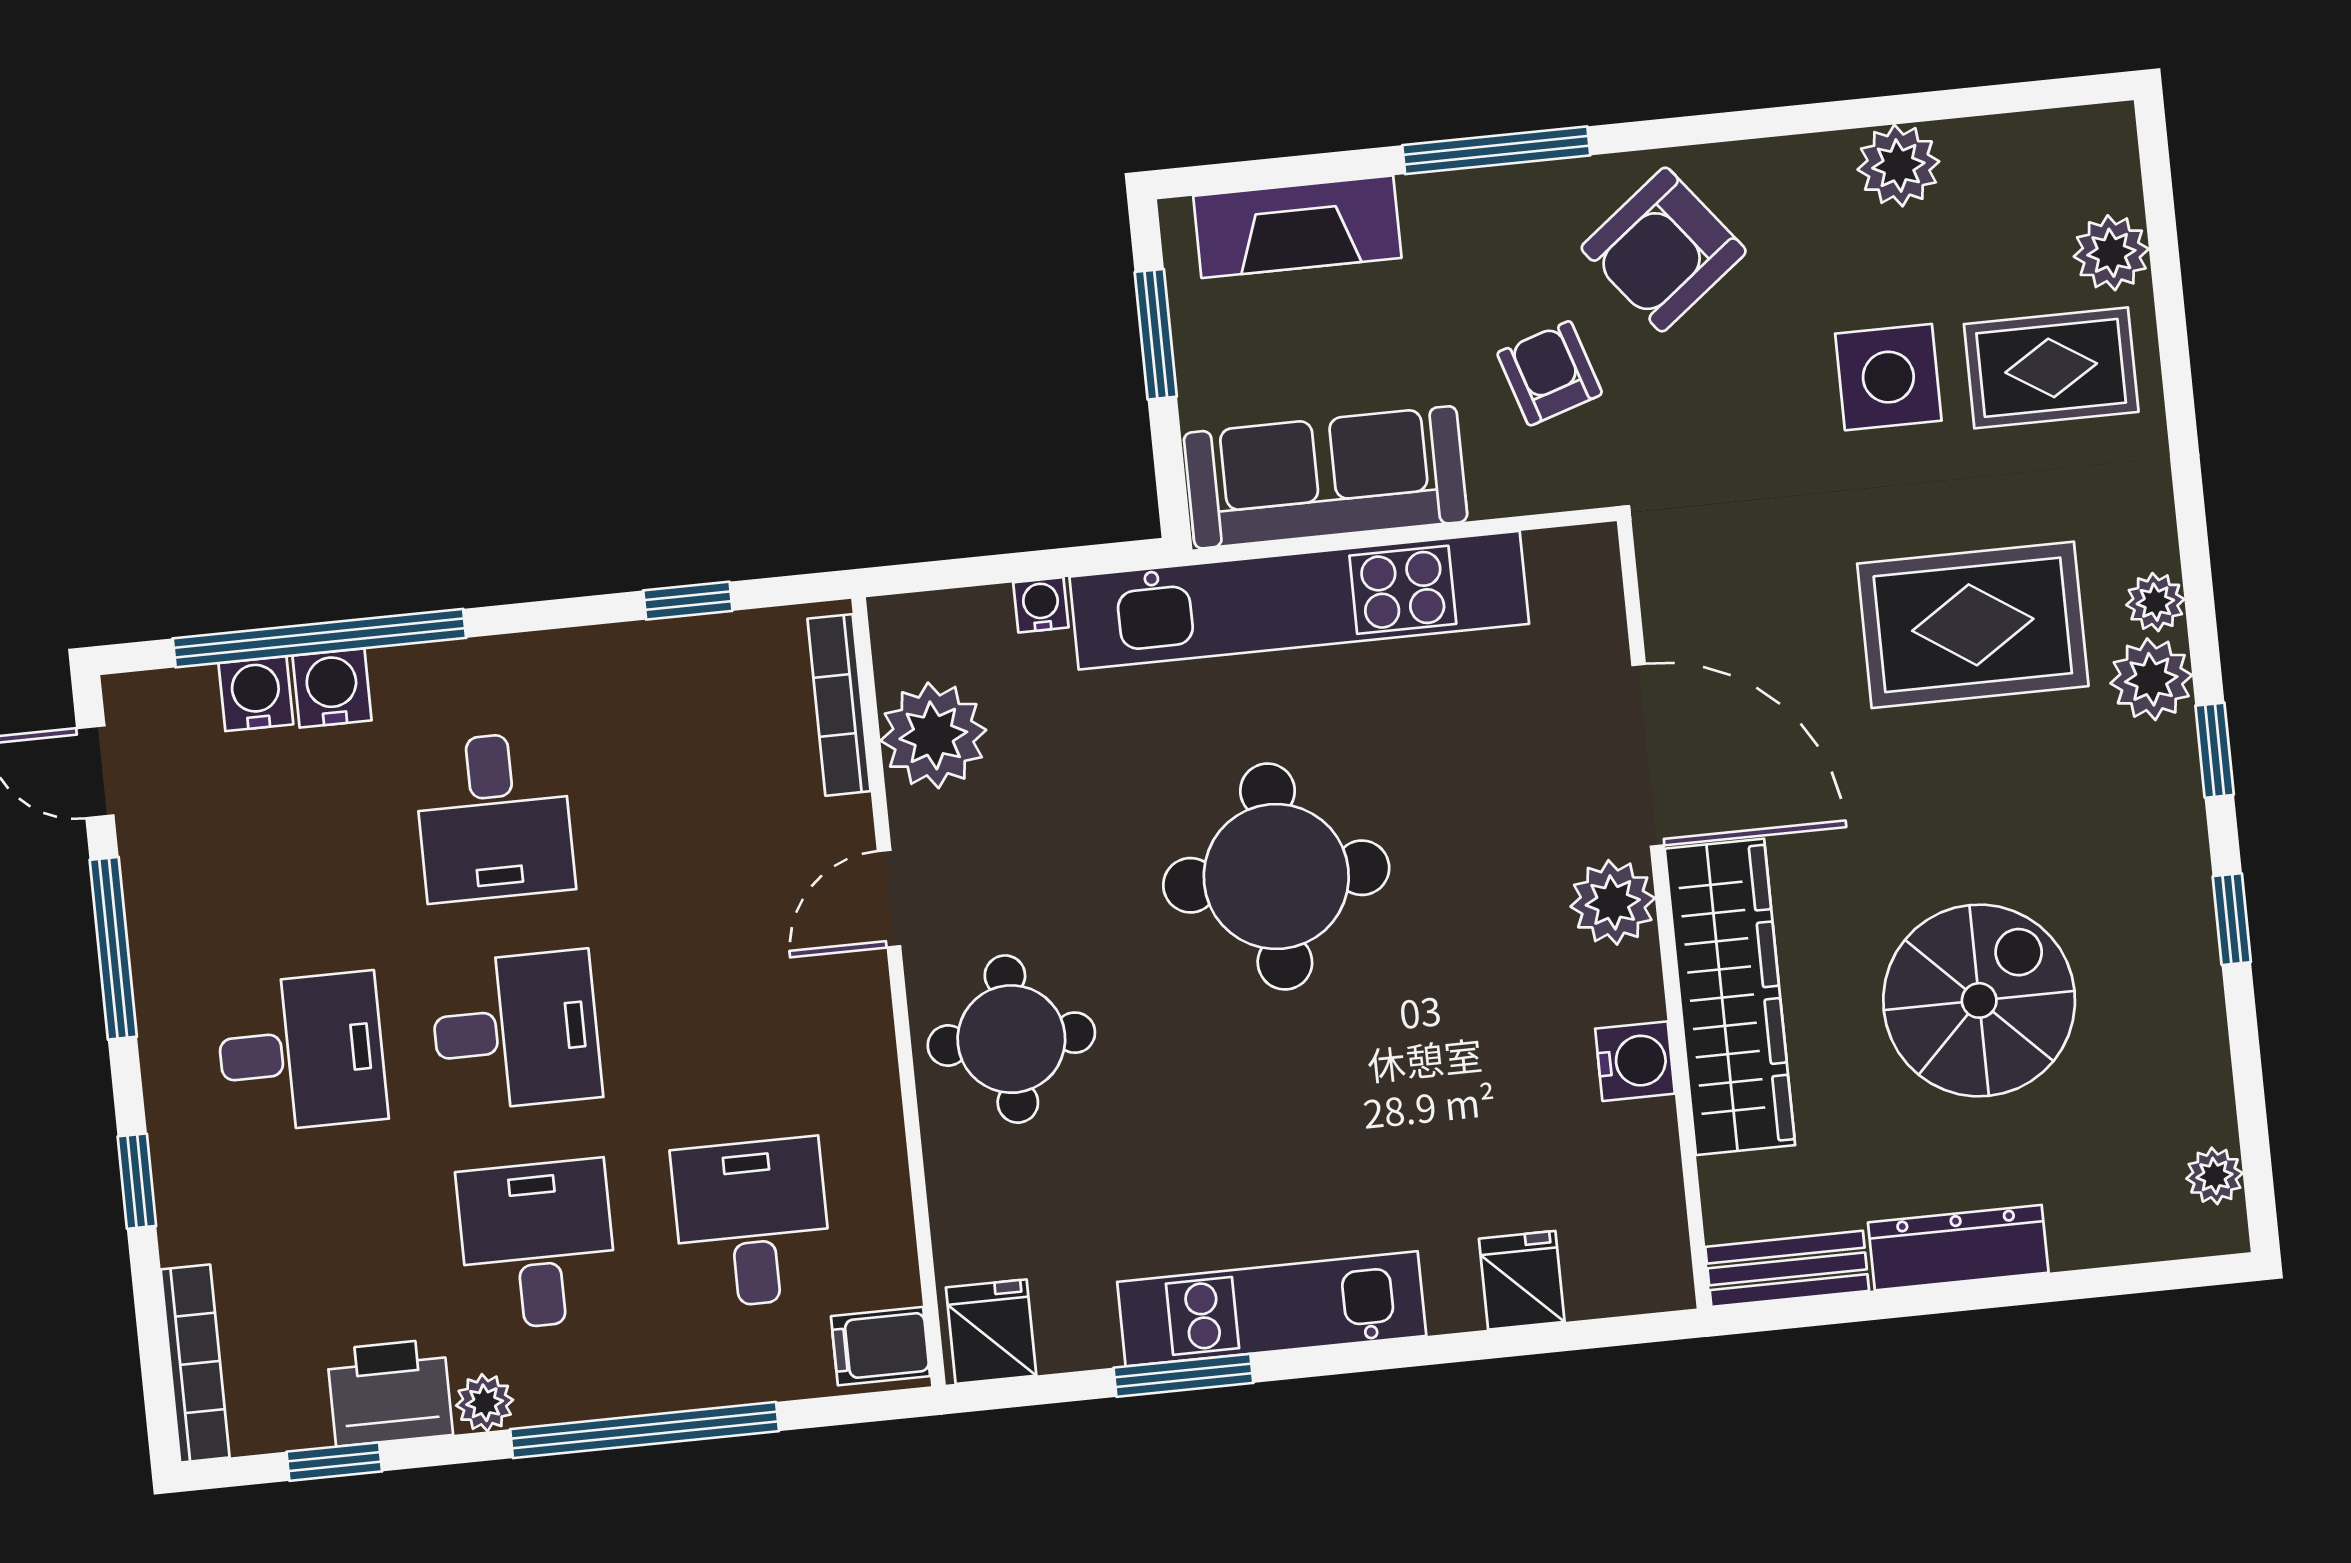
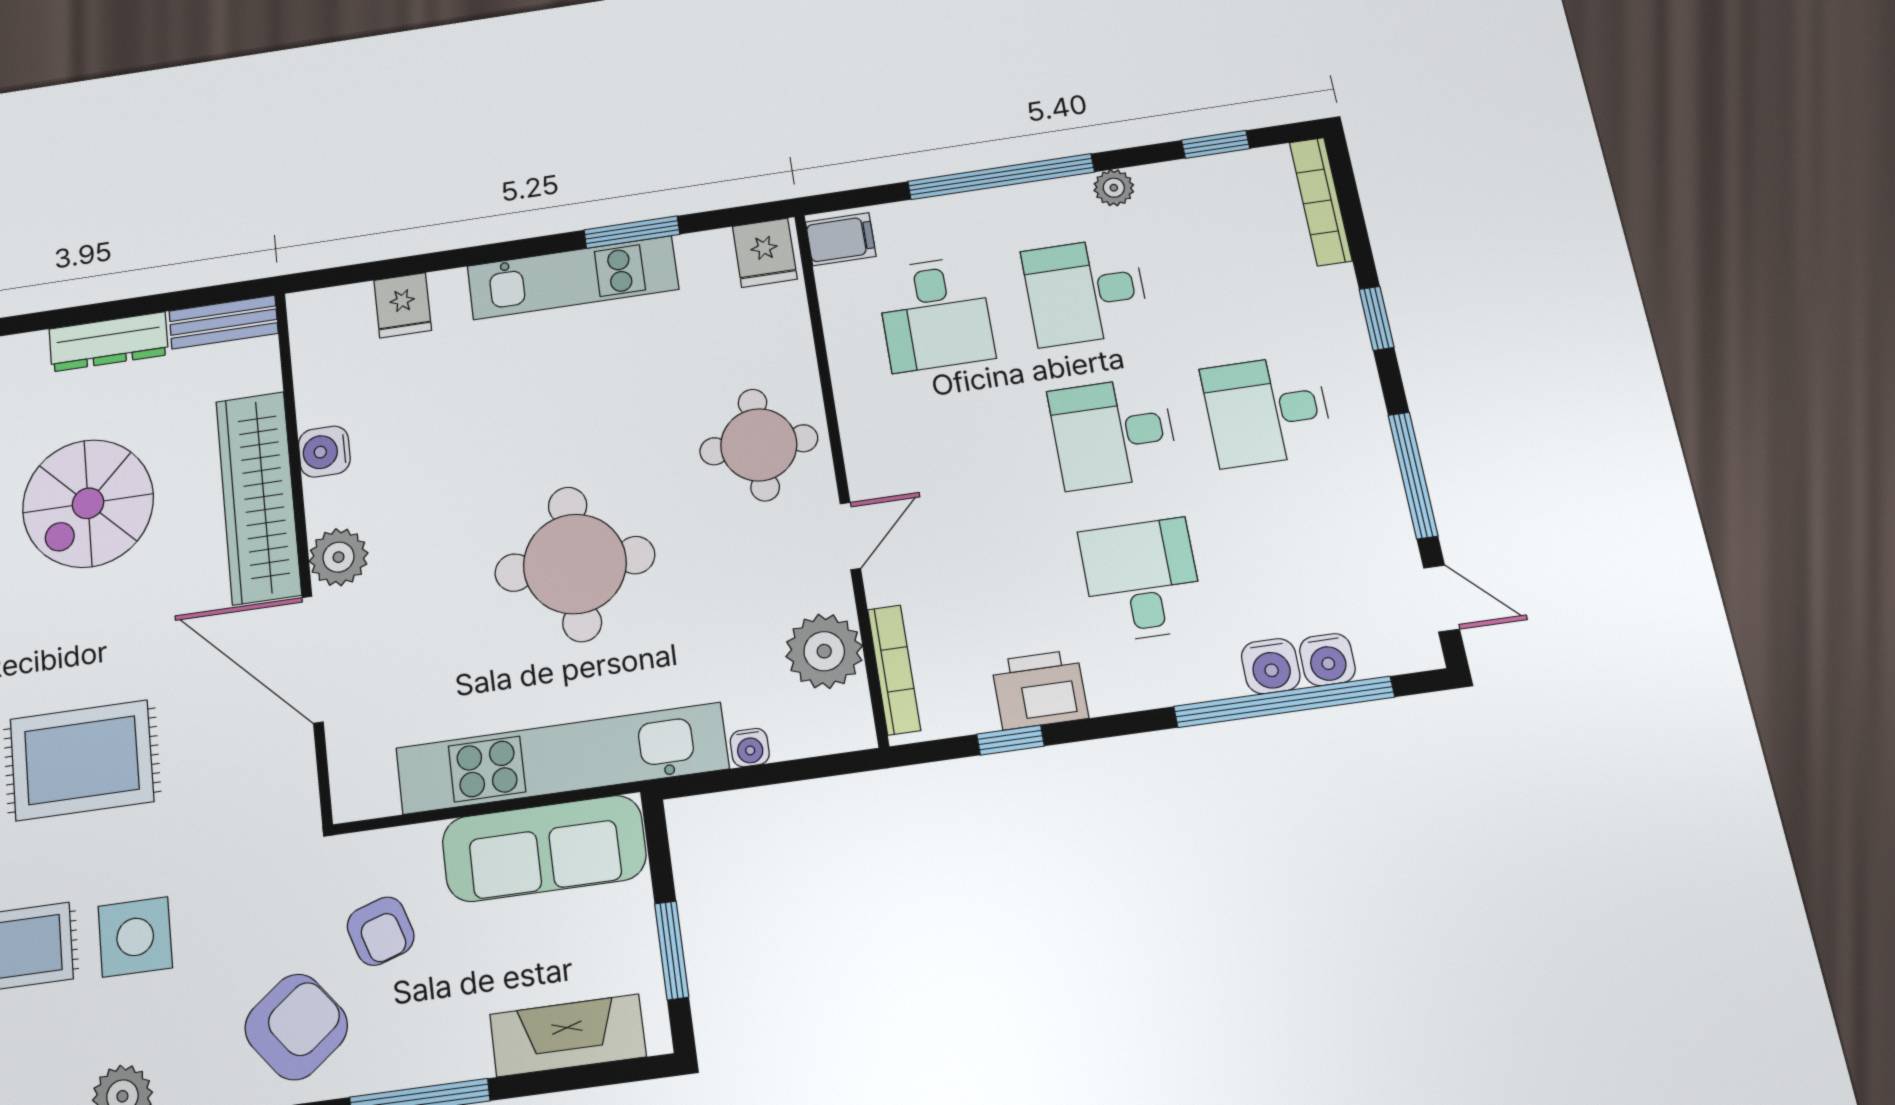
desk: (537, 1245) -> (1085, 292), turned 90
printer: (390, 1392) -> (1040, 690), moved, turned 180

